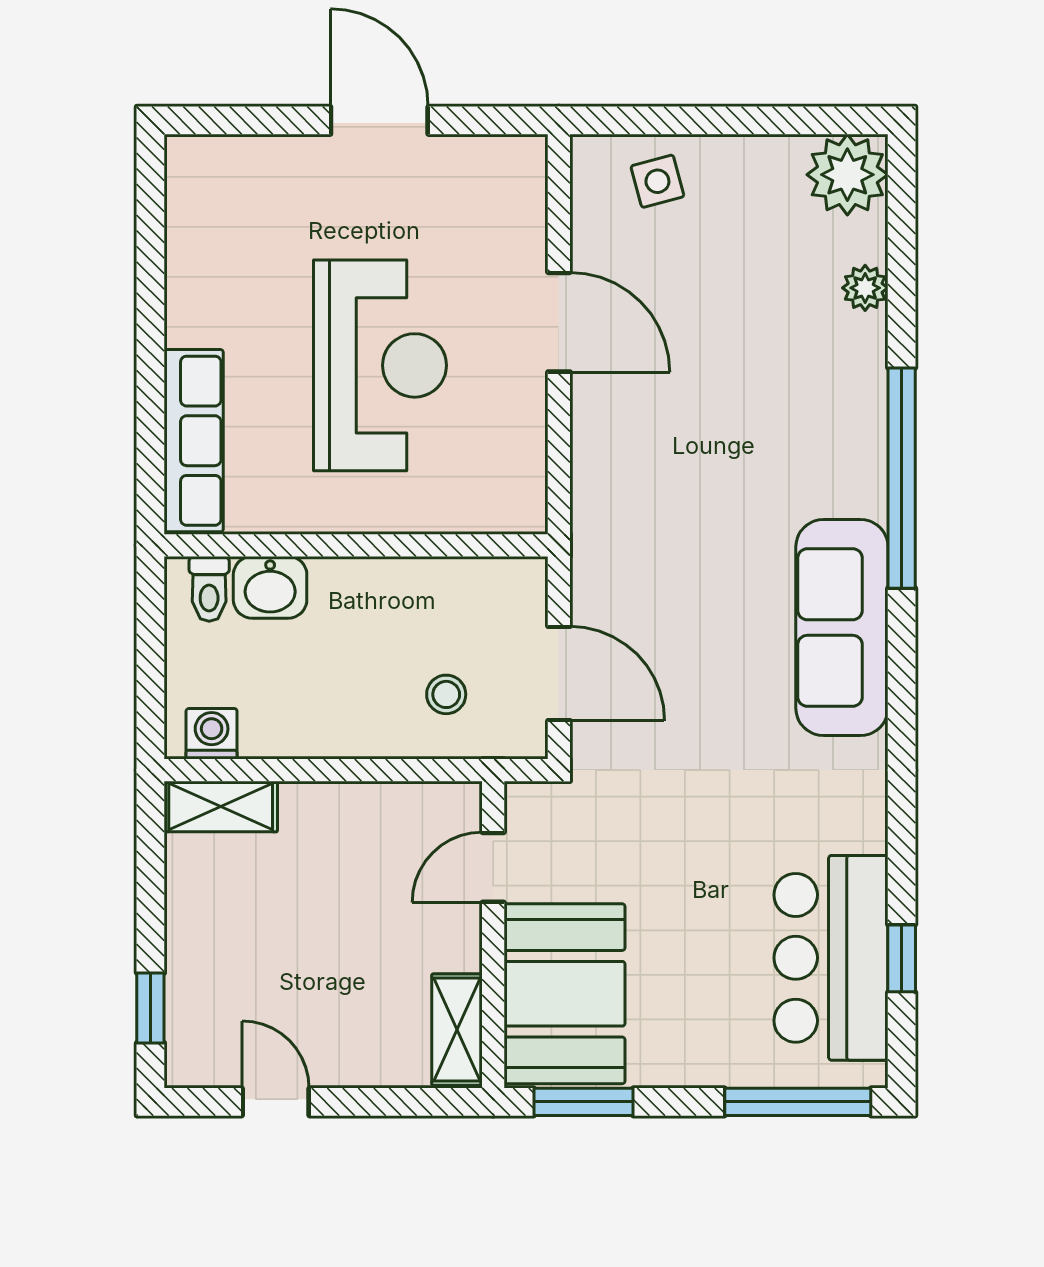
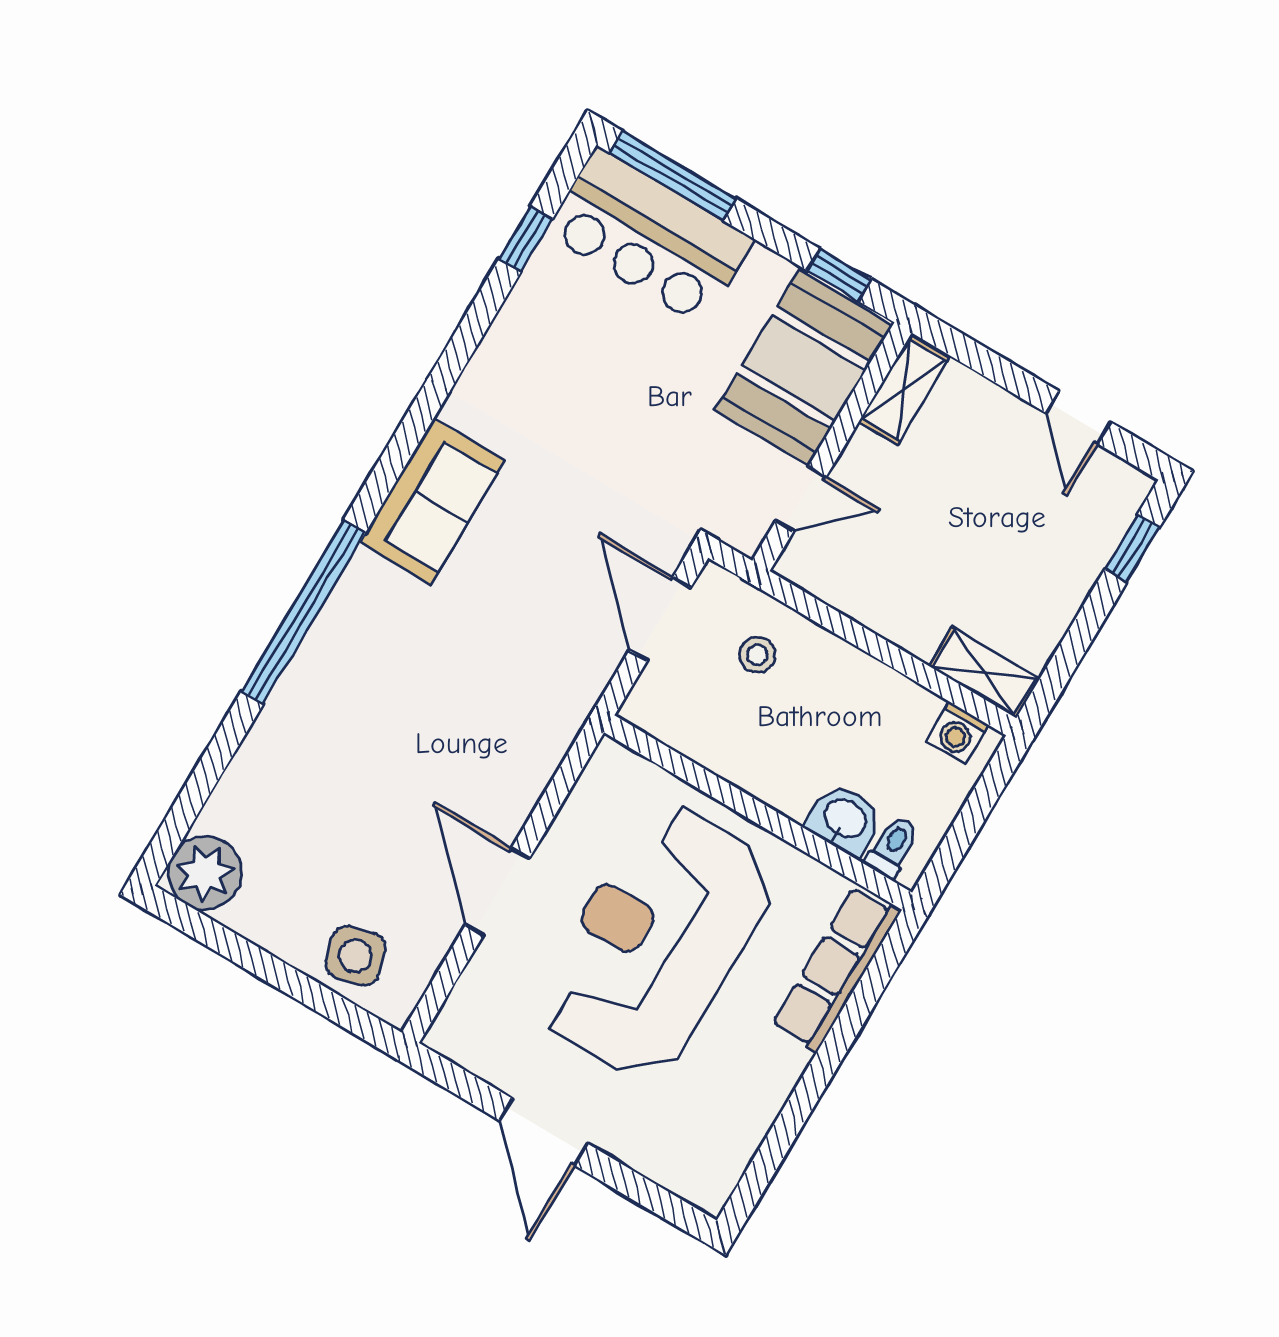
side table: (657, 181) -> (356, 956), width x1.37, depth x1.37
plant: (865, 288) -> (244, 777), removed
reception desk: (380, 365) -> (656, 941), width x1.36, depth x1.30
sofa: (842, 628) -> (432, 501), width x0.73
bar counter: (831, 958) -> (650, 236), moved, turned 90
window: (583, 1102) -> (839, 275), width x0.67

